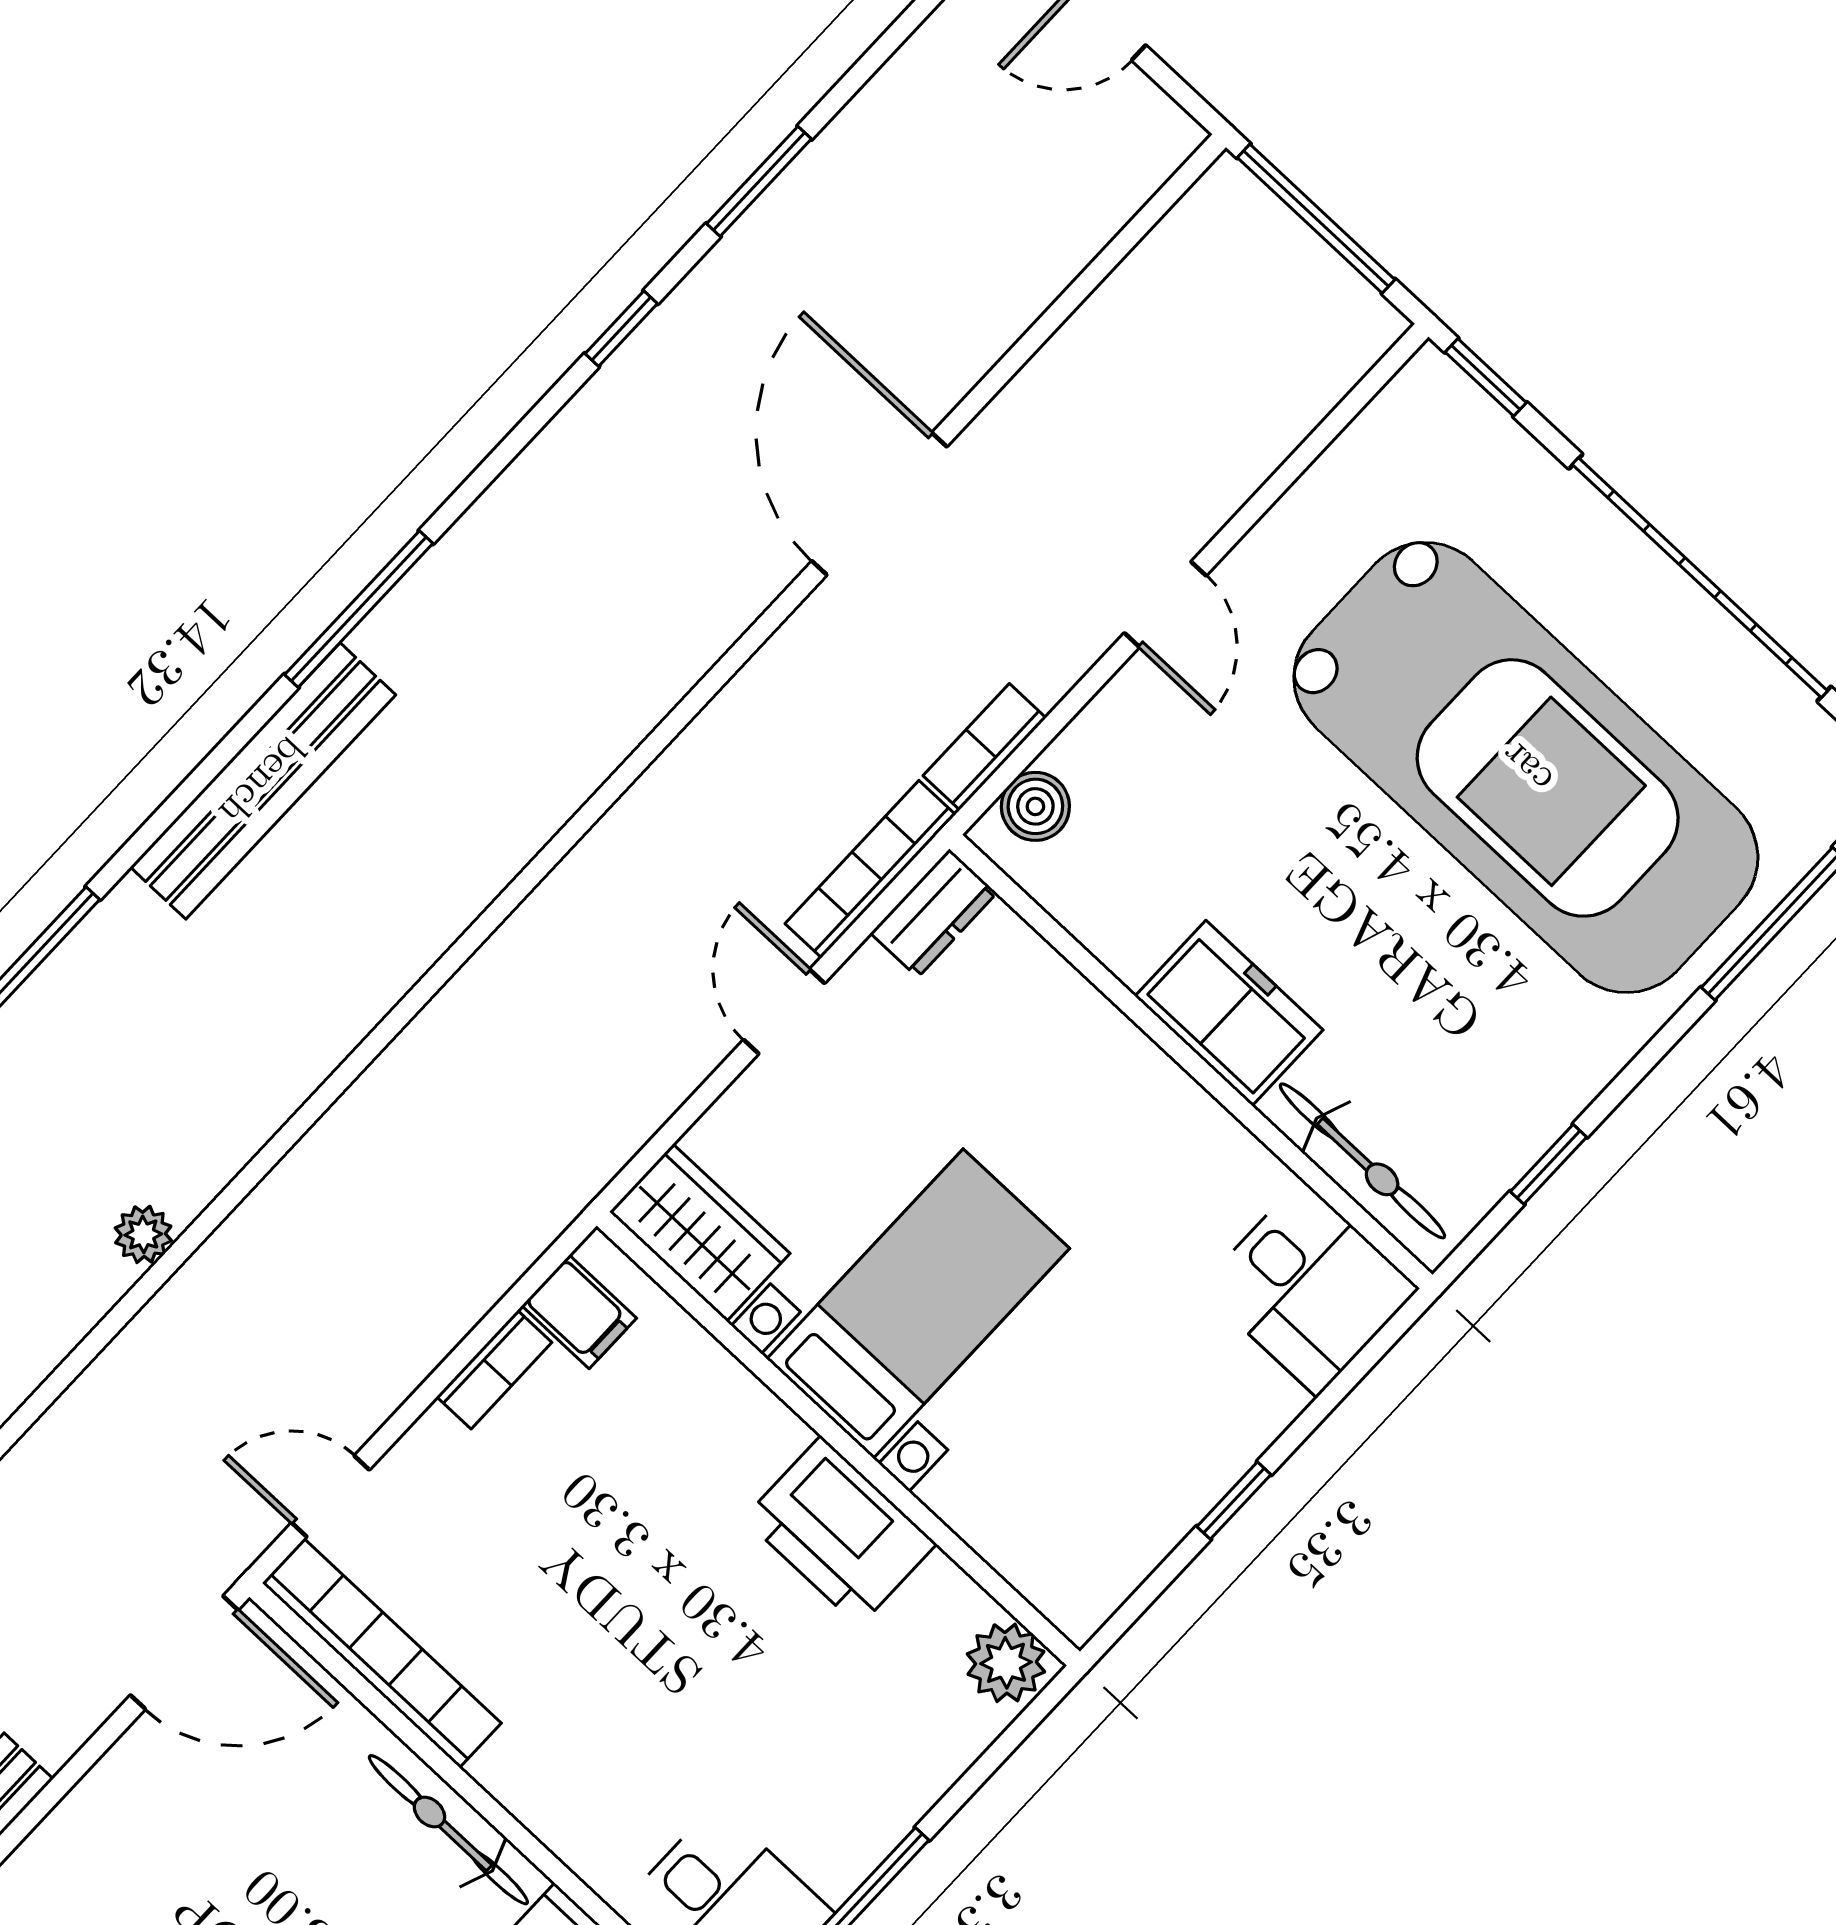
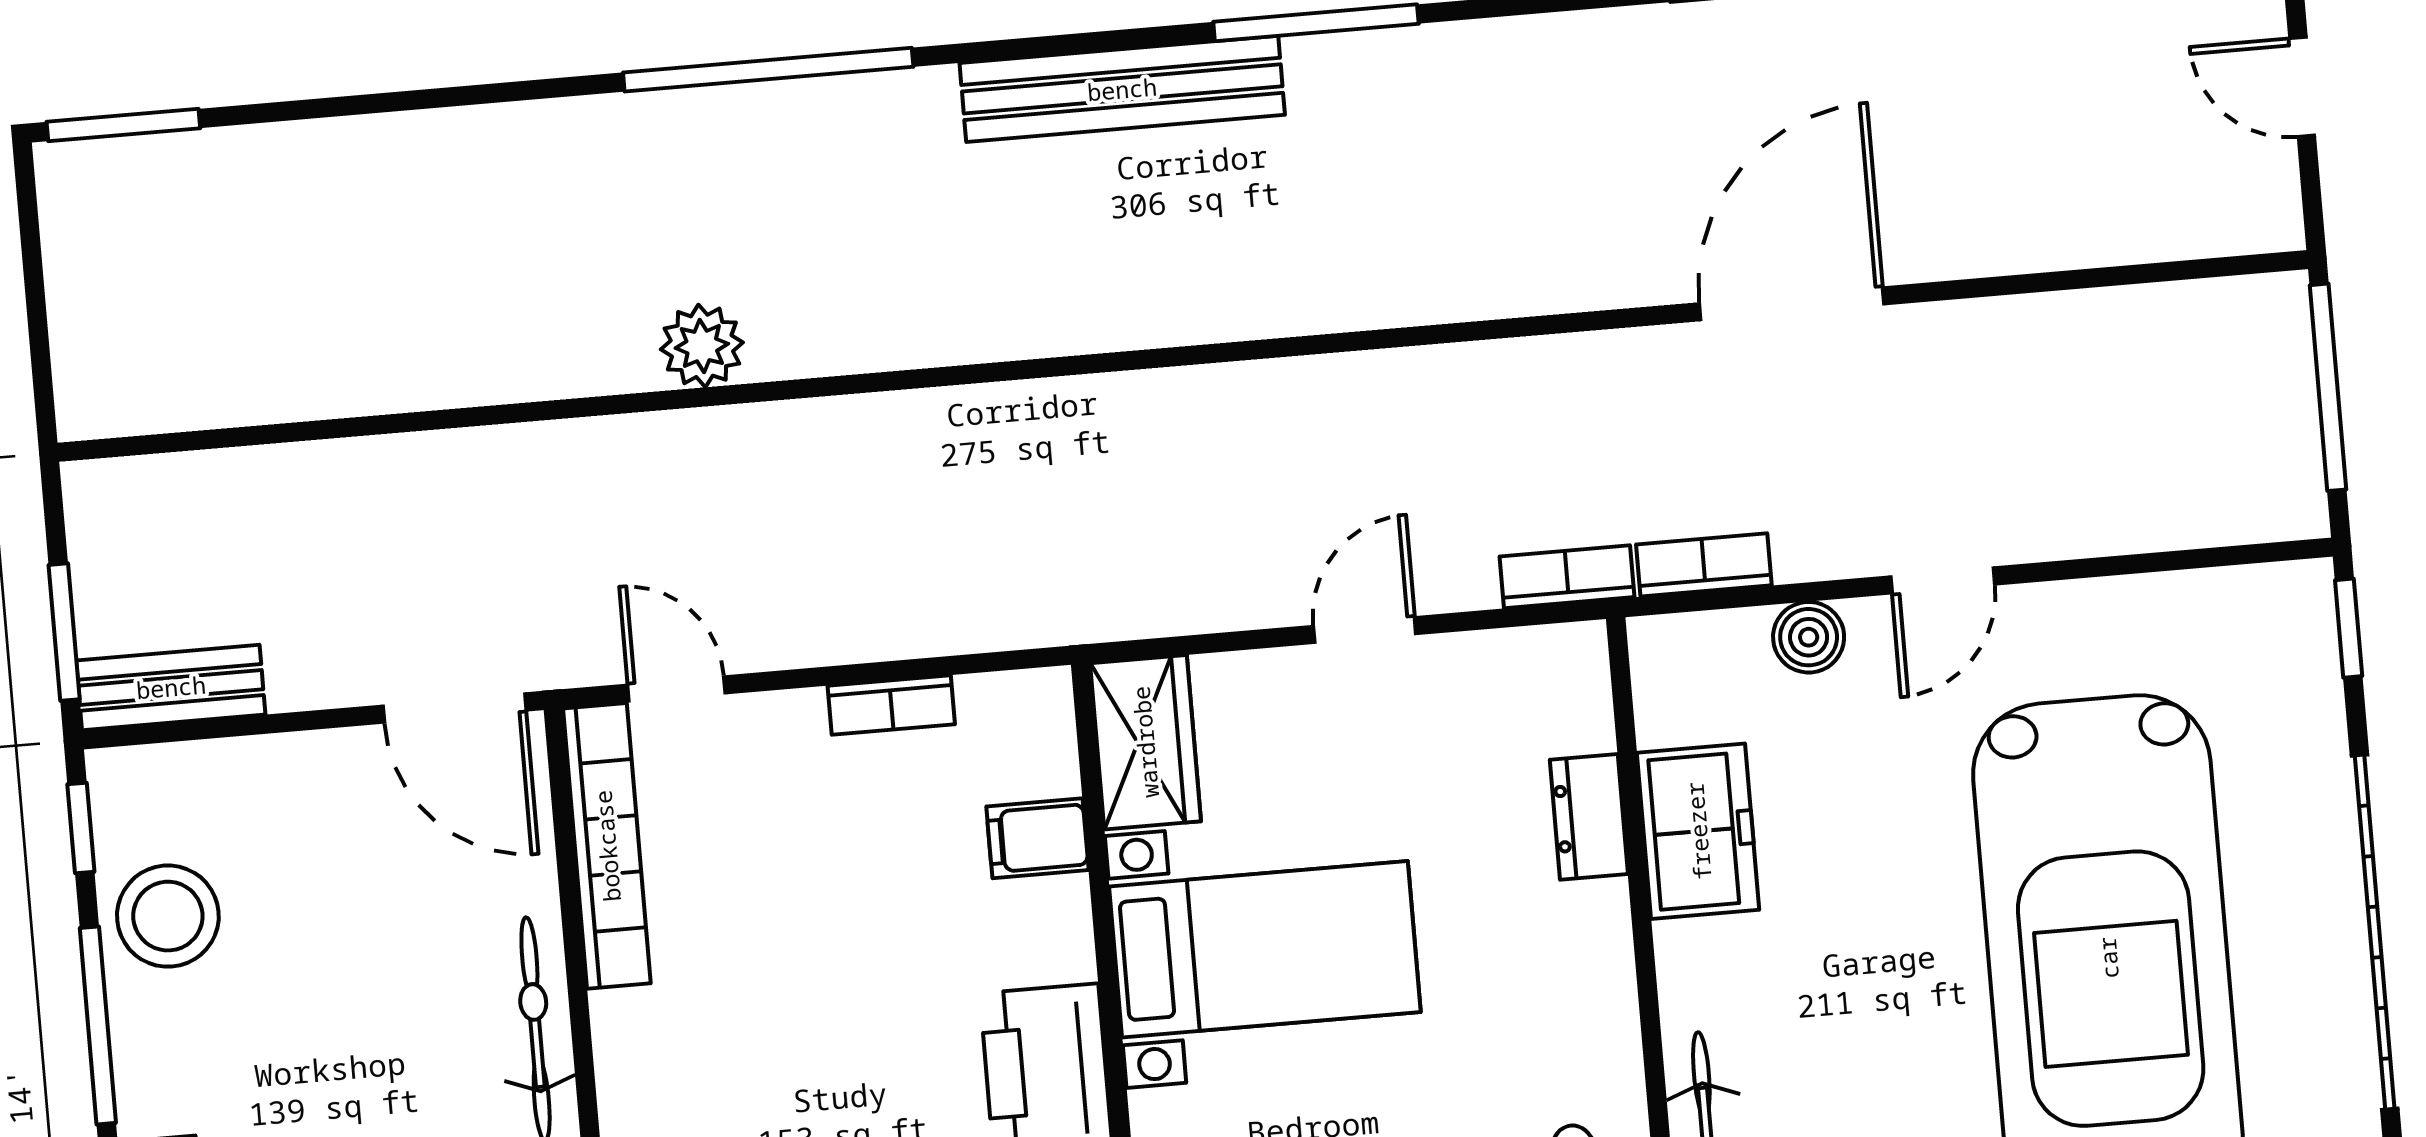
boiler: (1035, 806) -> (1809, 637), moved
bookcase: (870, 869) -> (1567, 577), width x0.64
dresser: (934, 913) -> (1589, 817), moved, turned 90
freezer: (1229, 1013) -> (1698, 831), moved
plant: (143, 1234) -> (702, 346), width x1.38, depth x1.38
filing cabinet: (579, 1312) -> (1037, 838), moved, turned 90

